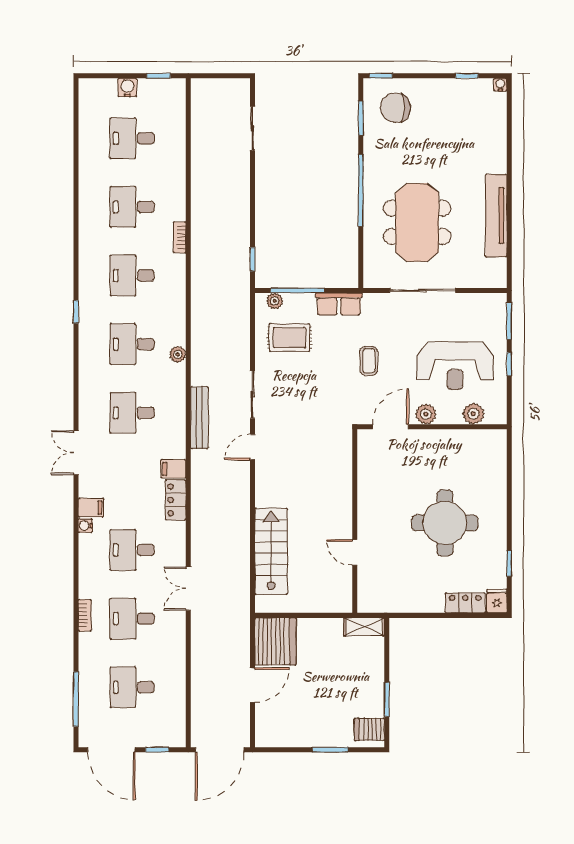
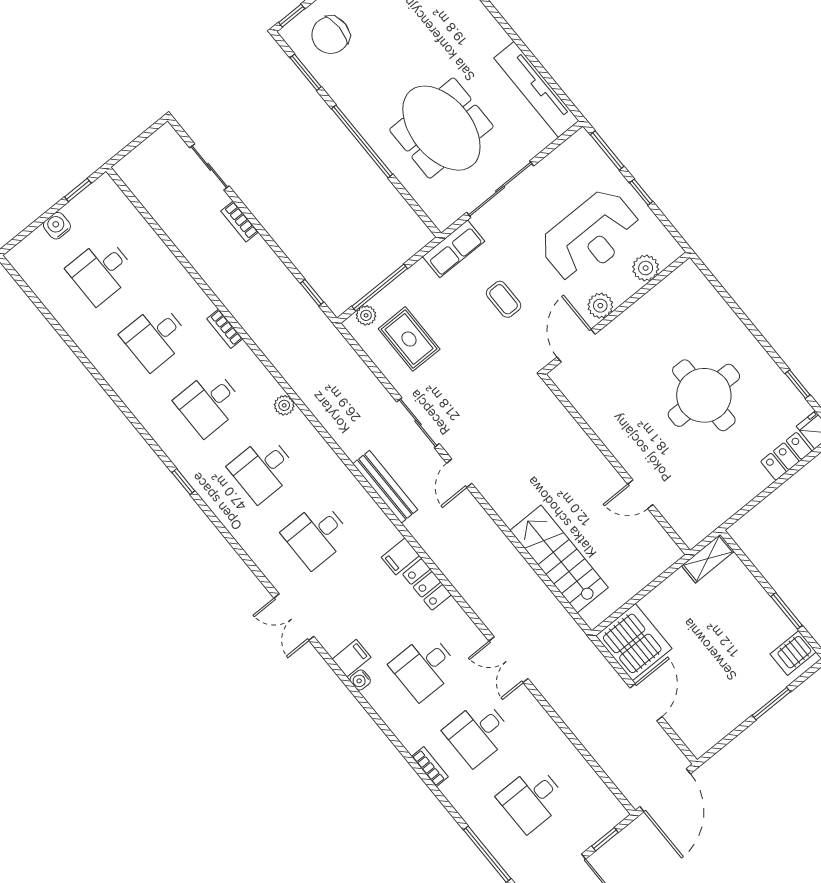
bookcase: (244, 178) -> (240, 221), added
tv unit: (496, 216) -> (536, 89), moved
row of seats: (339, 304) -> (454, 249), moved
rug: (290, 338) -> (409, 339), turned 90
plant: (178, 354) -> (284, 405), moved

